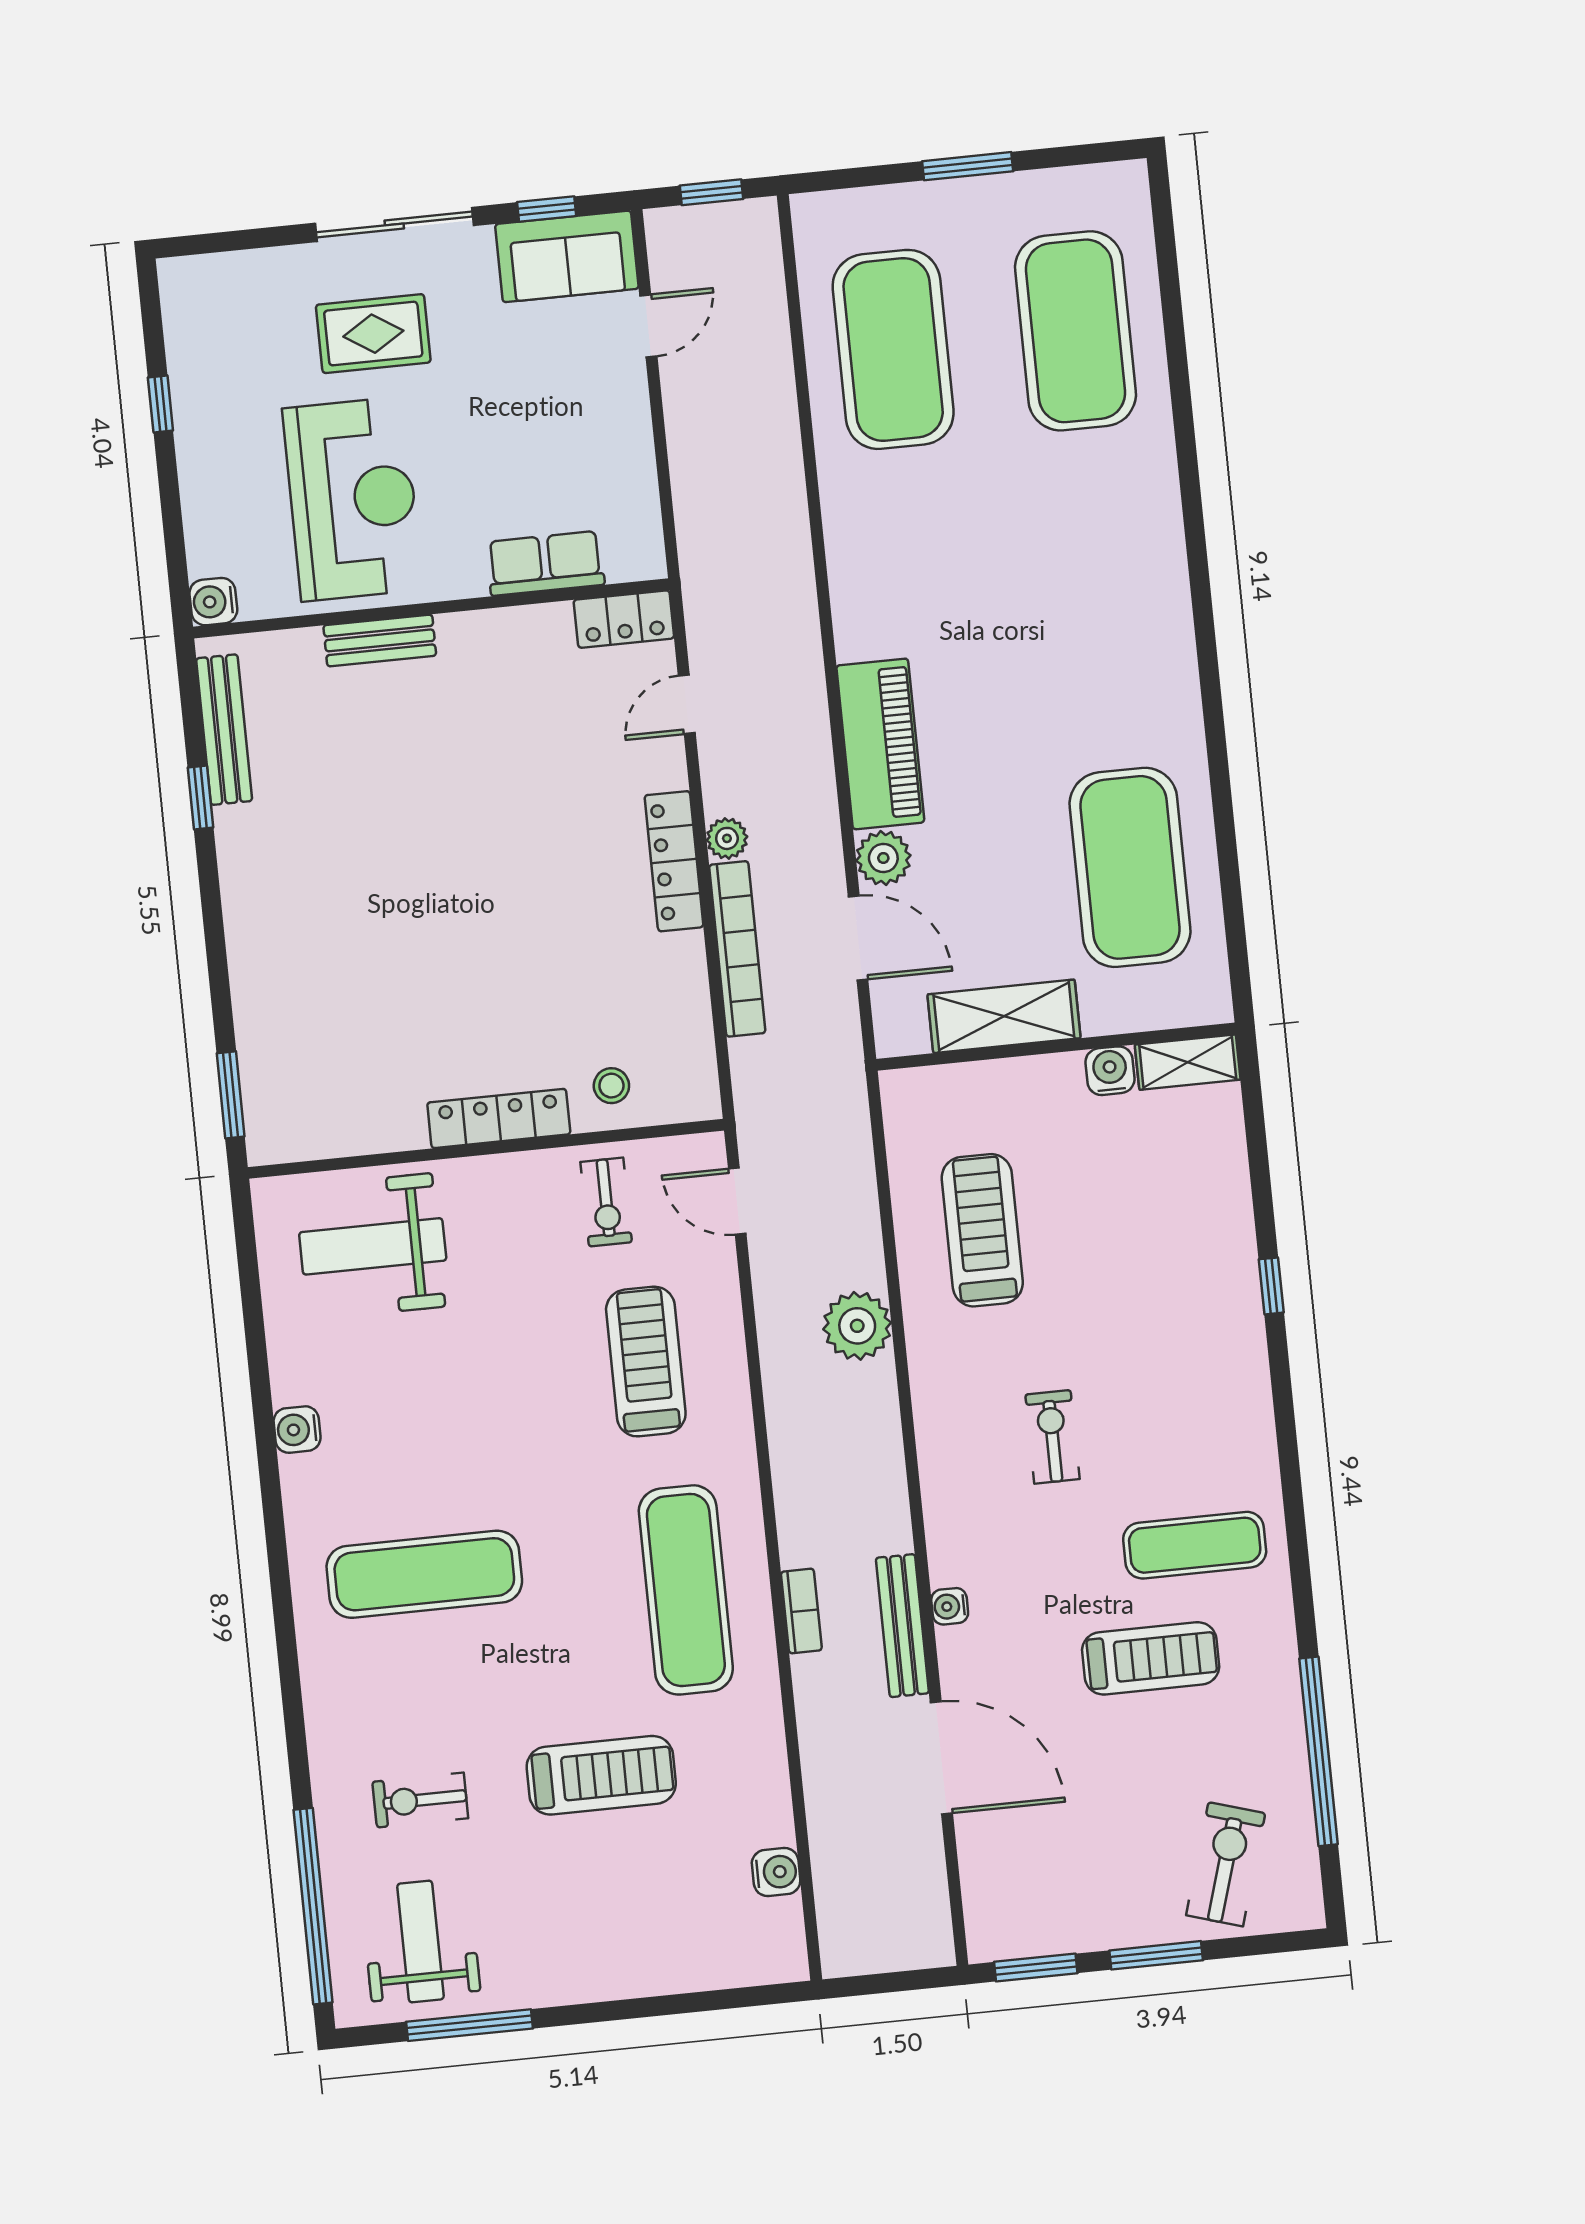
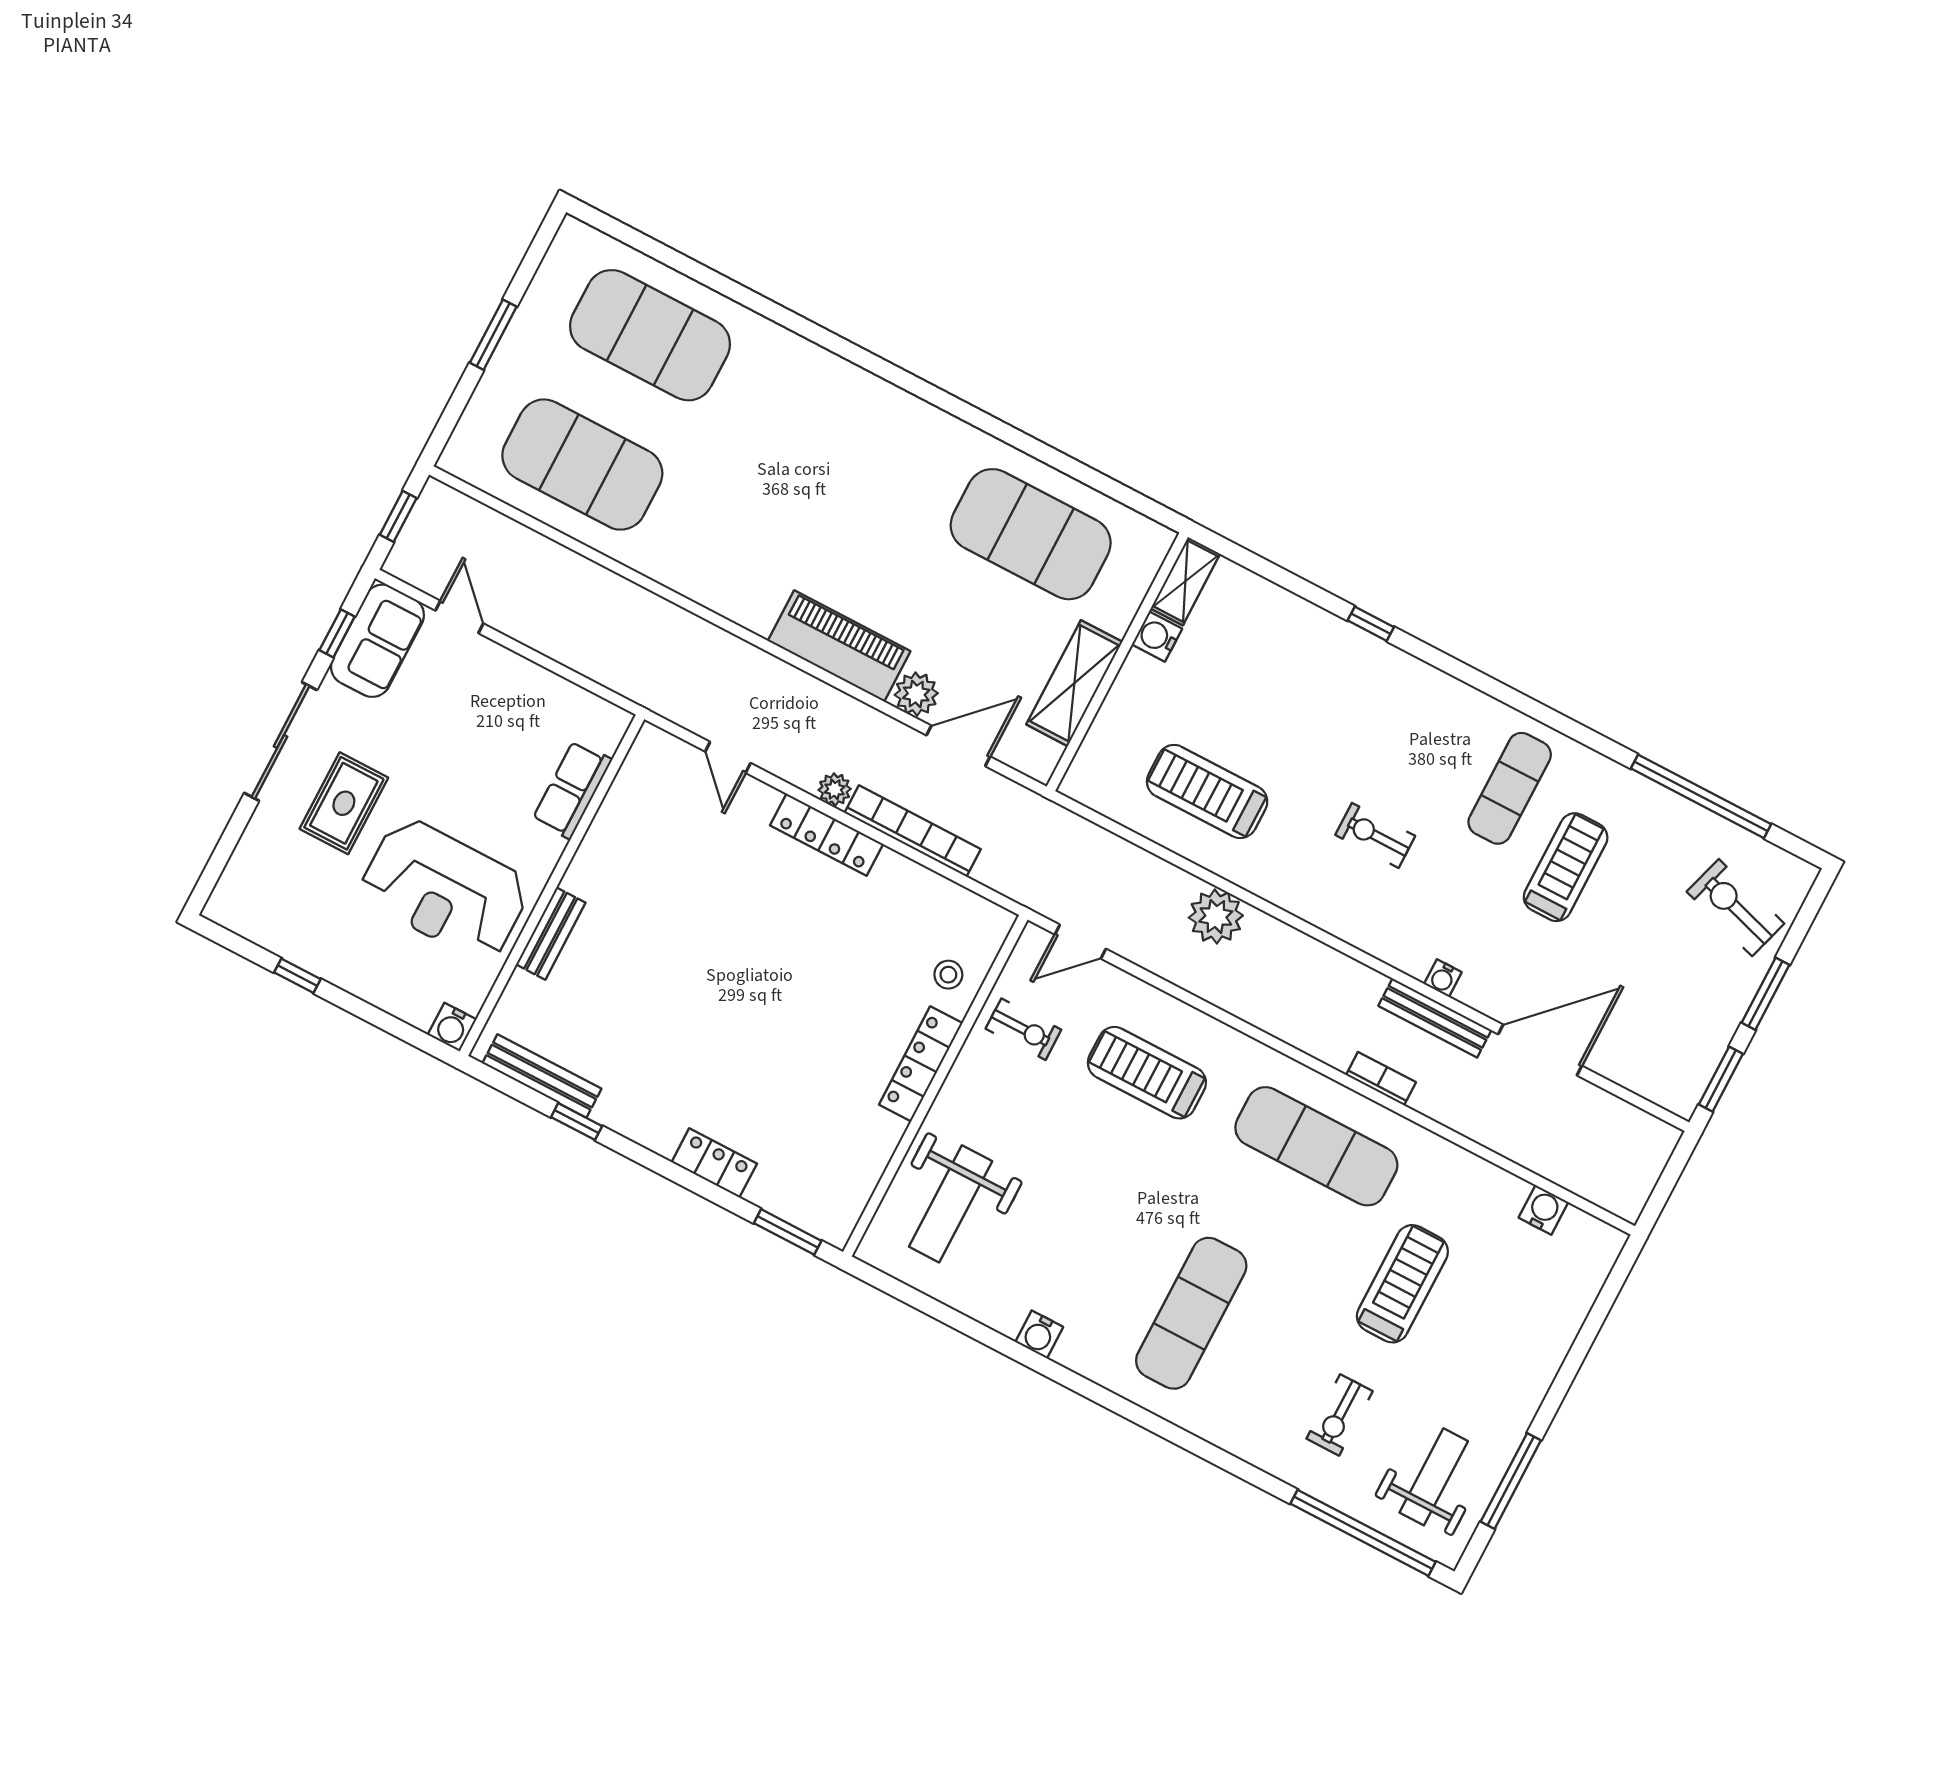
reception desk: (353, 499) -> (445, 890), turned 180
locker: (624, 619) -> (714, 1163), moved, turned -90
weight bench: (420, 1941) -> (1434, 1477), turned 90

